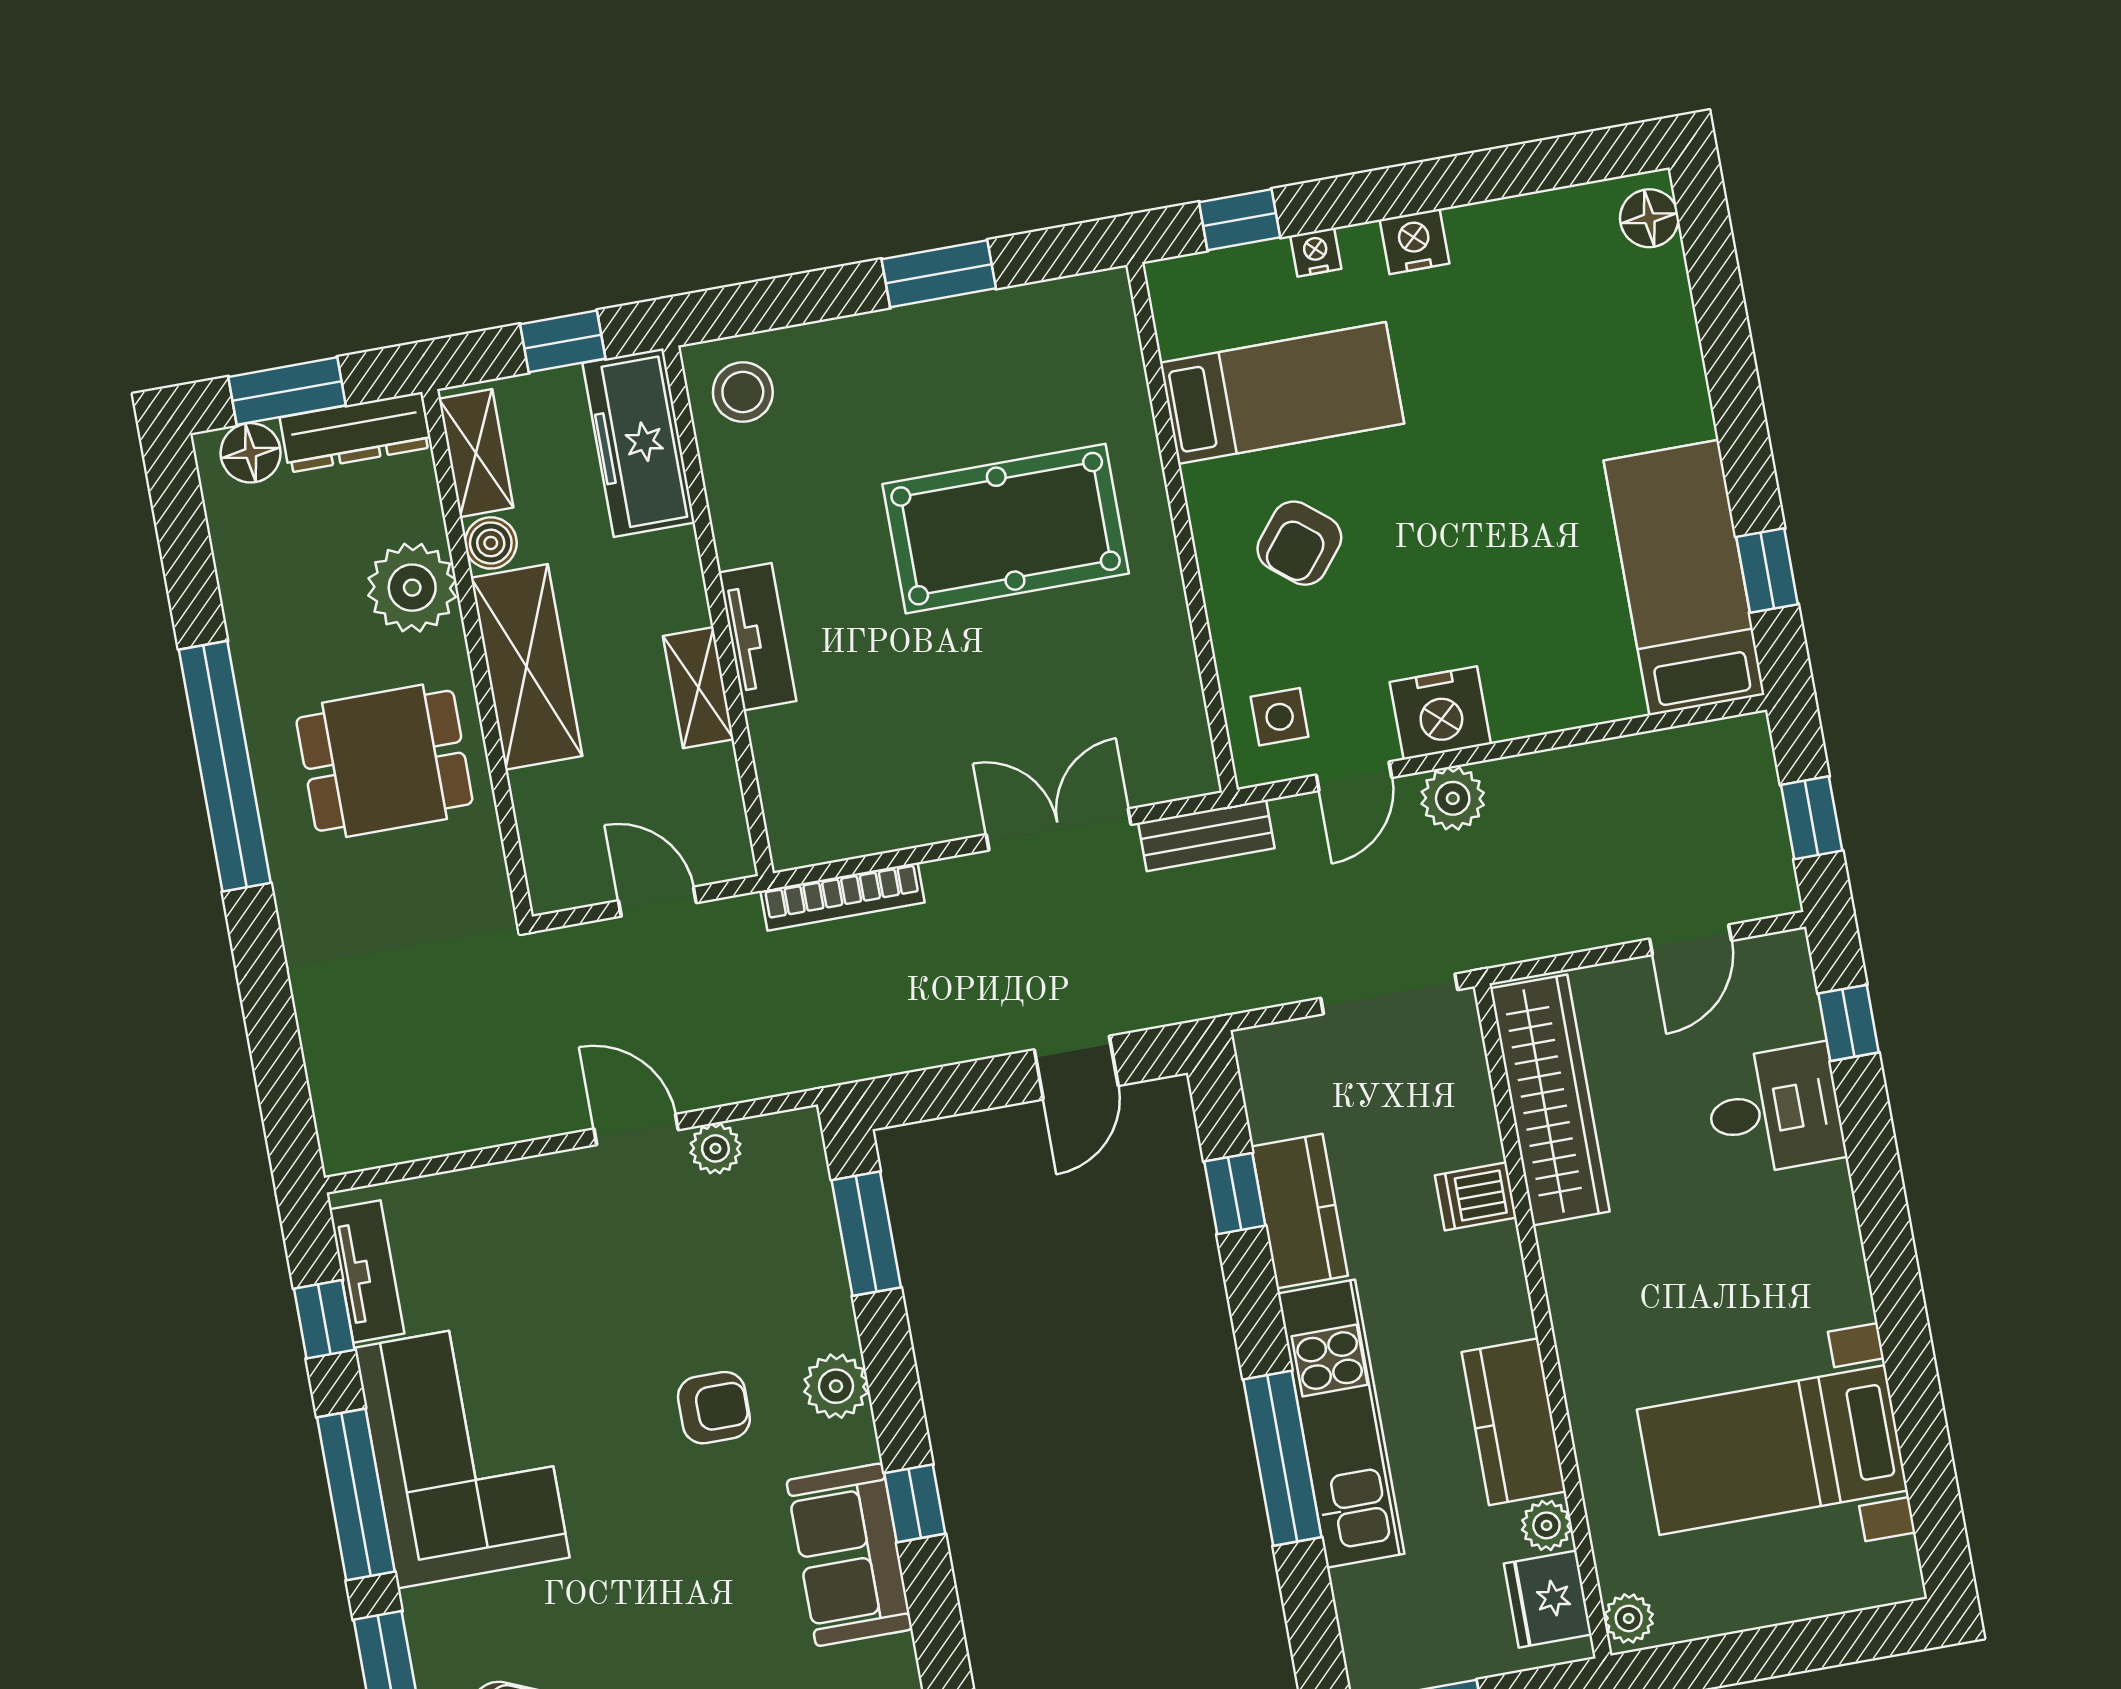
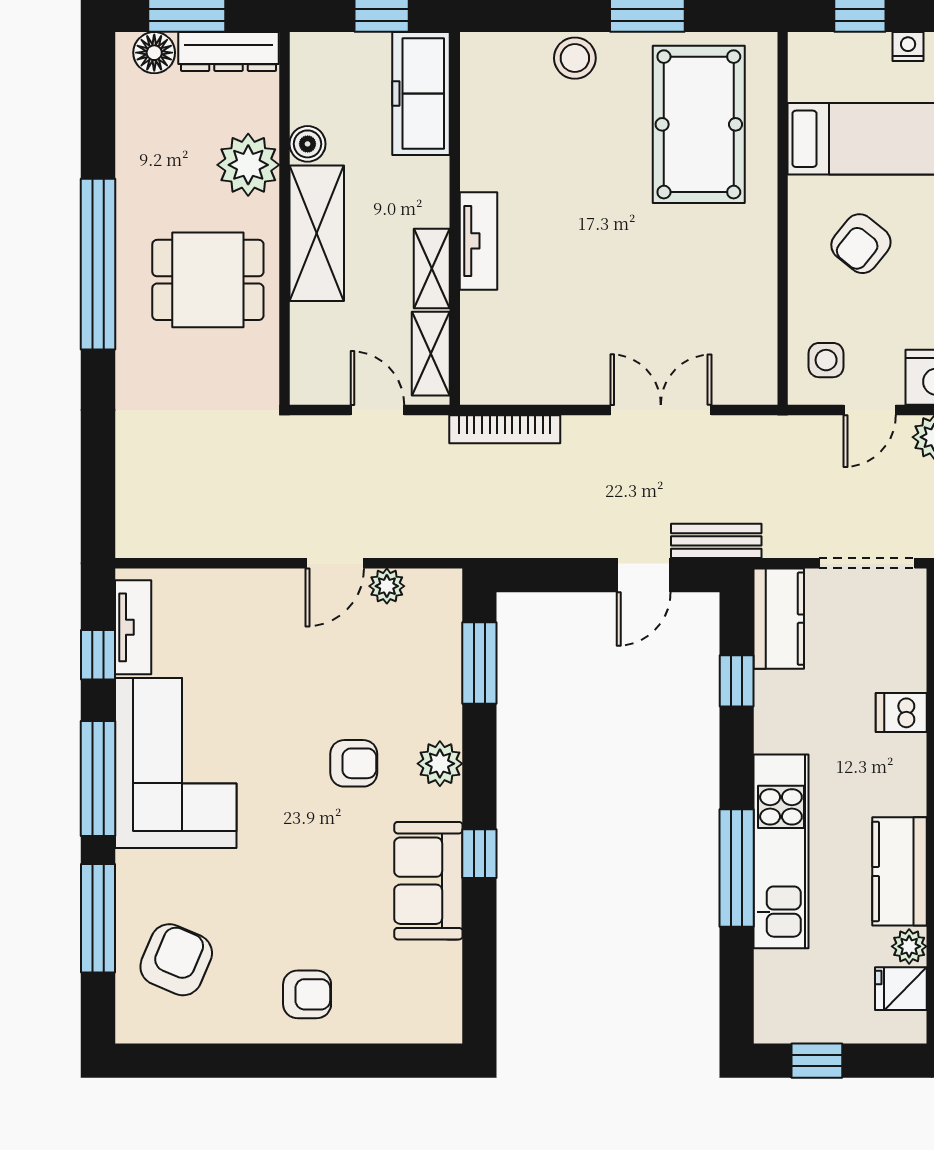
stool: (743, 392) -> (575, 58), moved
shelving: (476, 453) -> (431, 354), moved
pool table: (1006, 529) -> (699, 124), moved, turned 90
bench: (1206, 836) -> (716, 541), moved
door: (636, 1129) -> (335, 563), swing flipped
kitchen counter: (1299, 1211) -> (779, 619), moved
fridge: (1548, 1599) -> (901, 989), width x0.72

